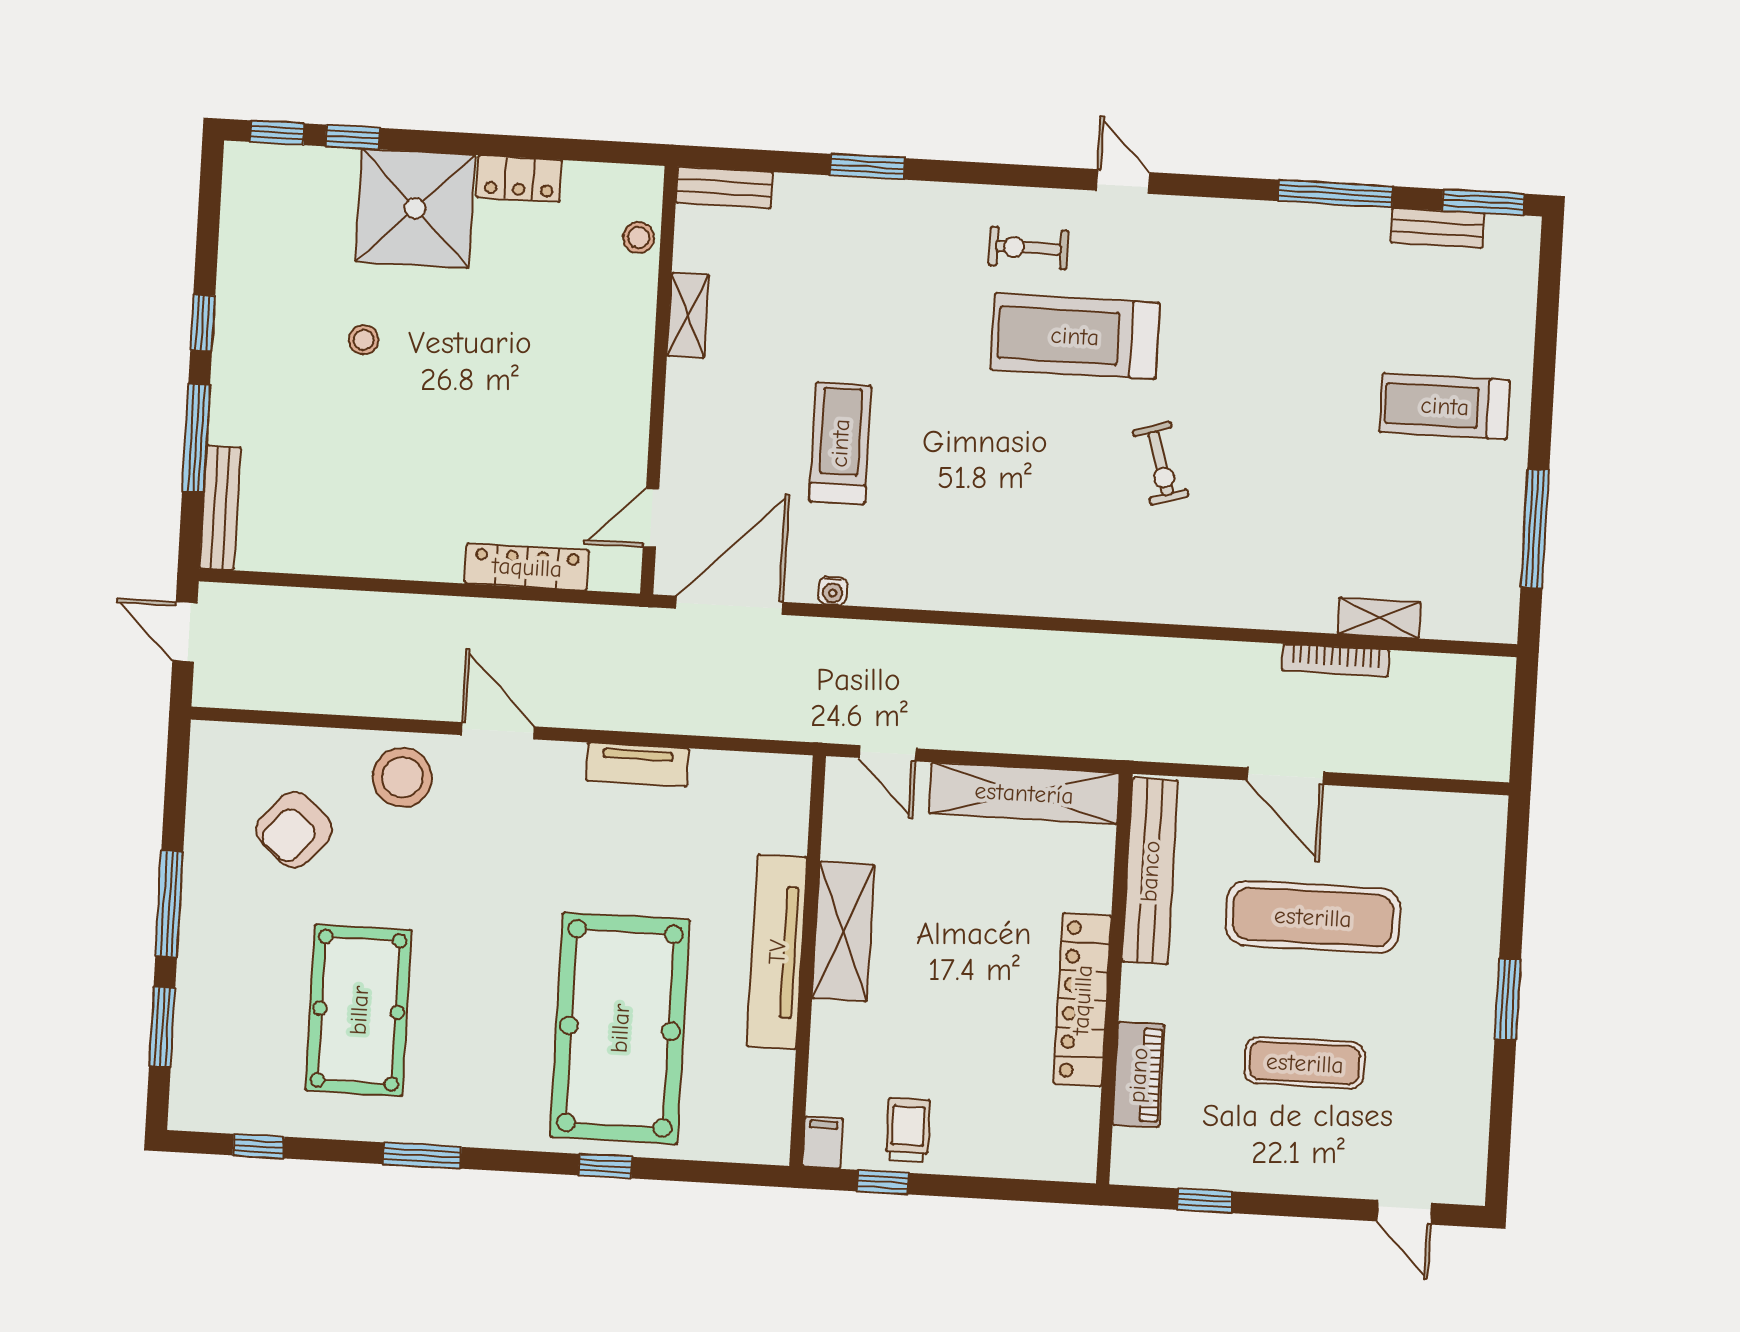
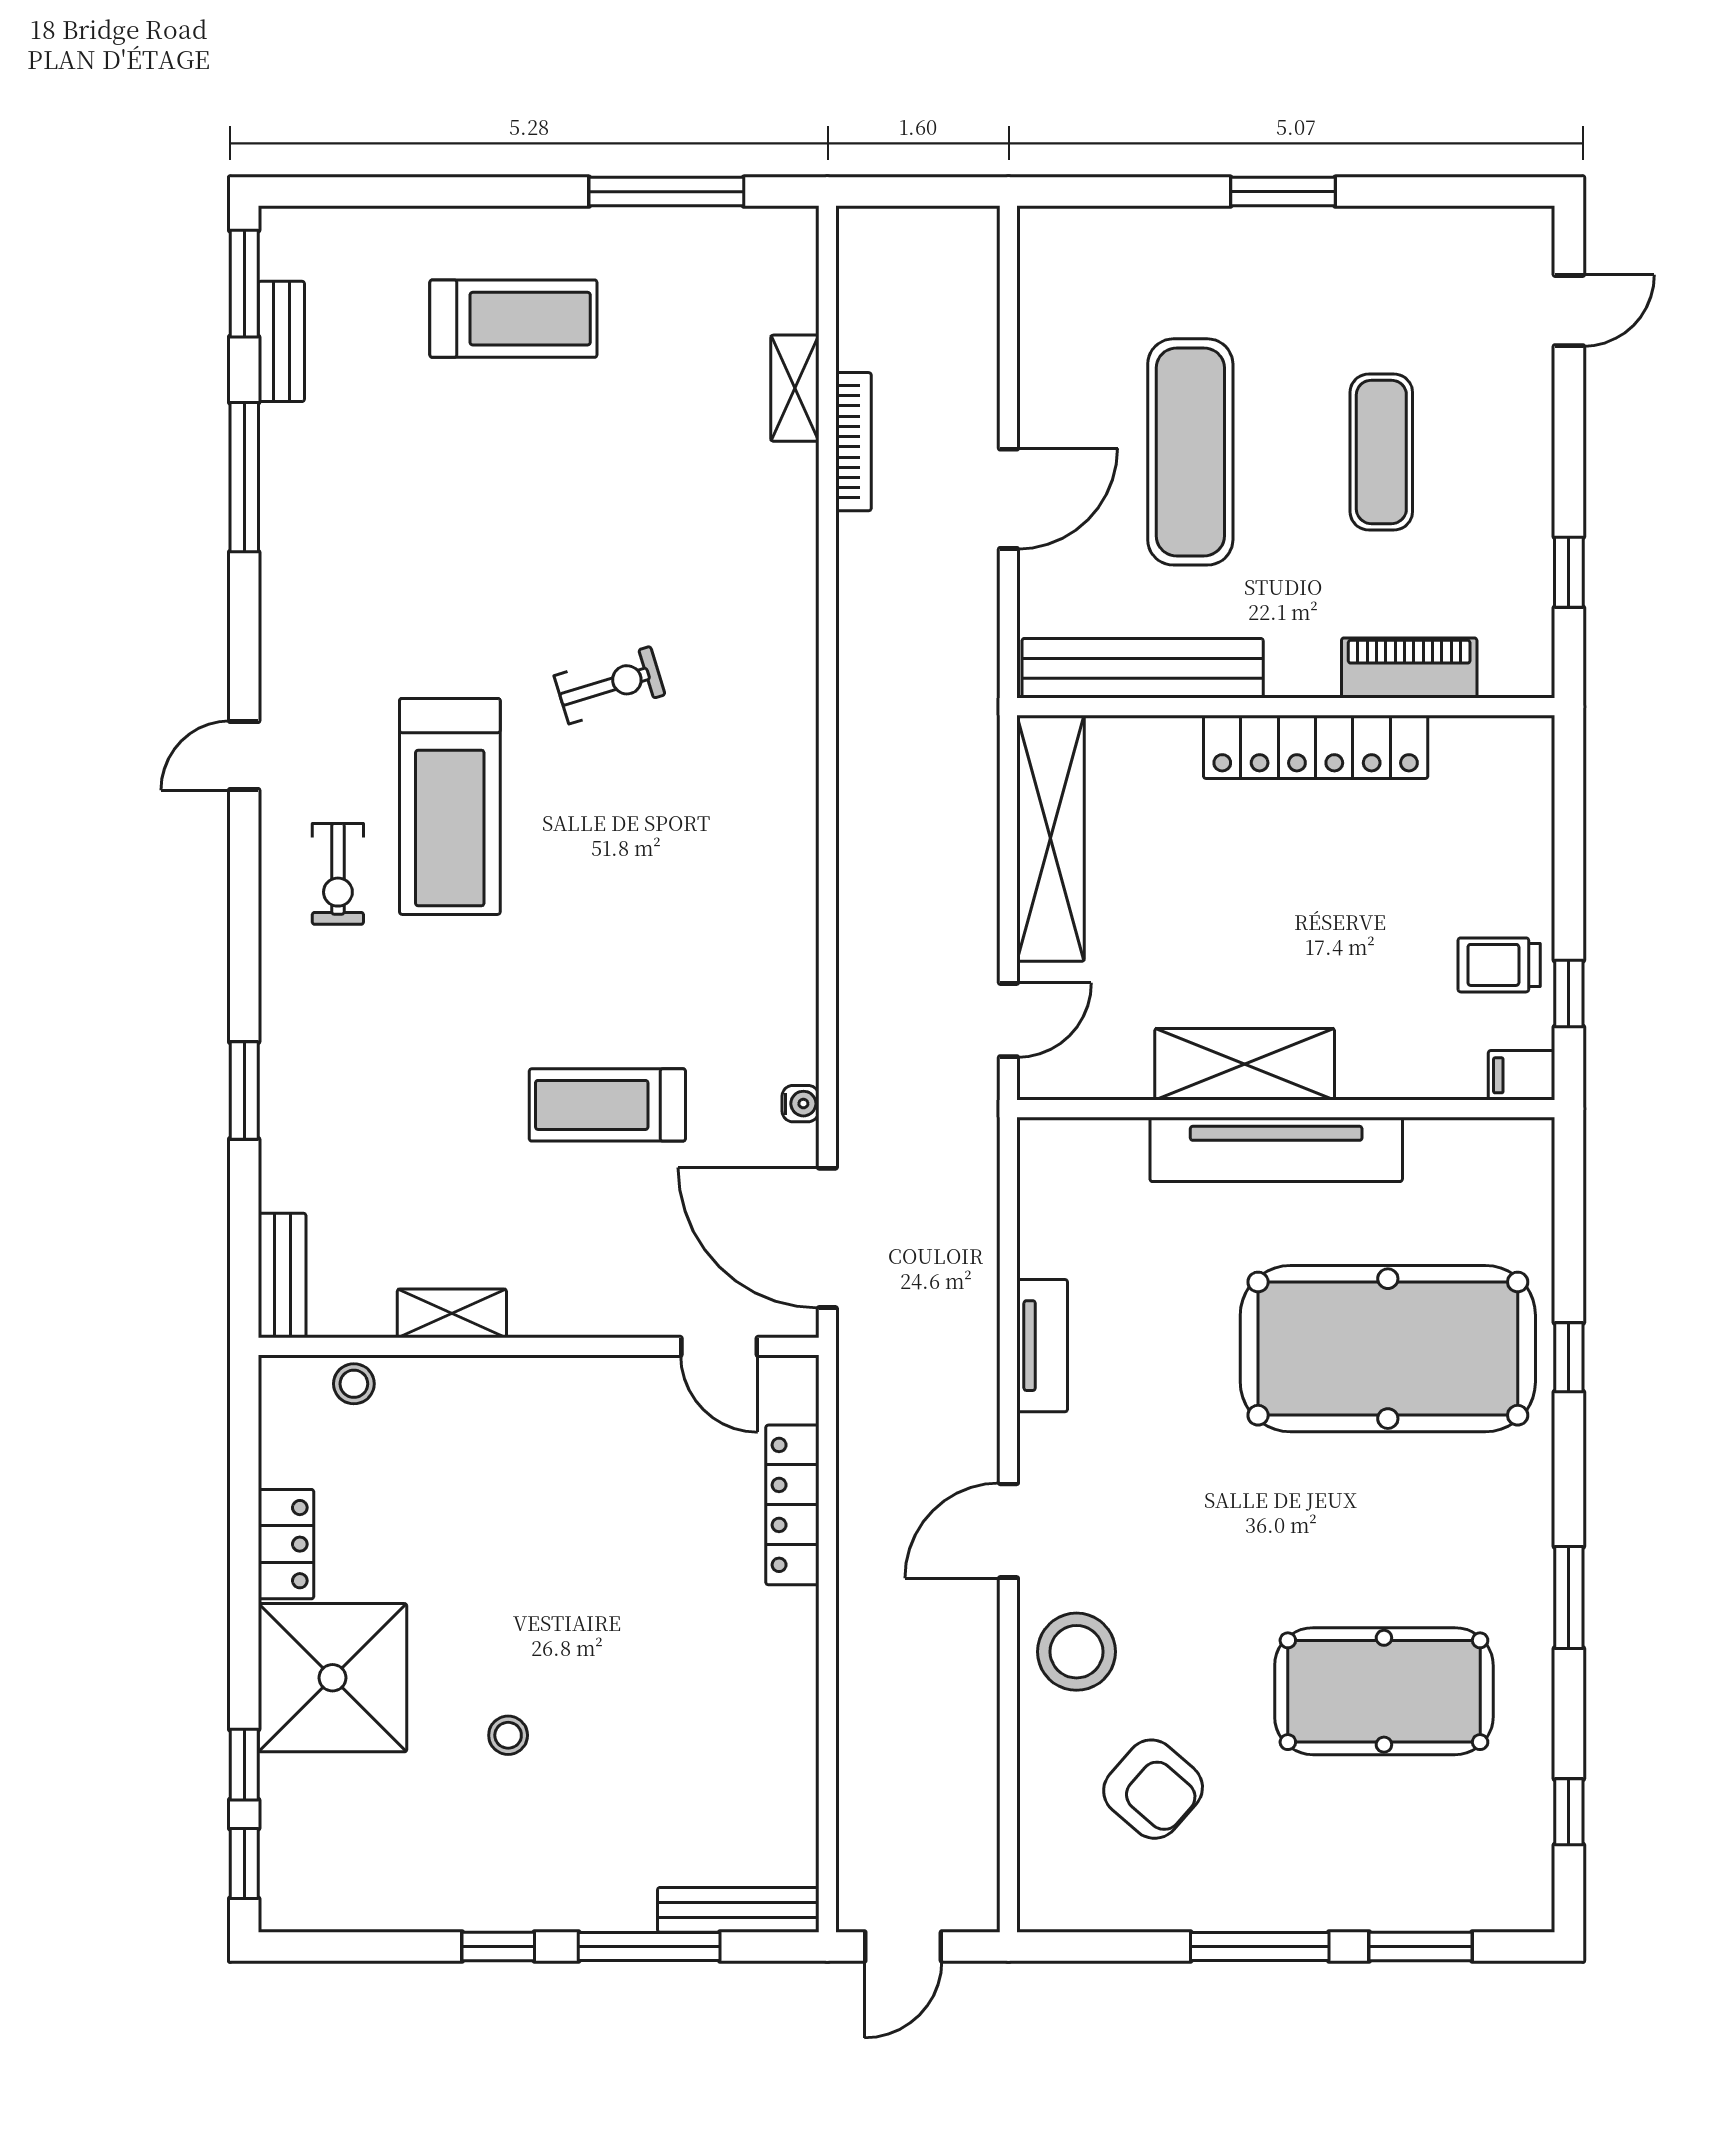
treadmill: (1445, 406) -> (513, 319), turned -90

